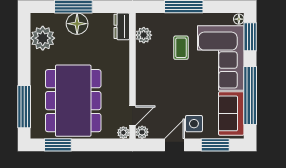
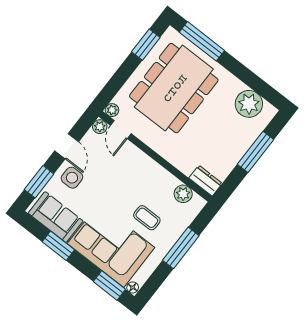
floor lamp: (77, 24) -> (238, 144), removed
window: (250, 95) -> (58, 246), width x0.47
dining table: (73, 101) -> (174, 88), turned 90

